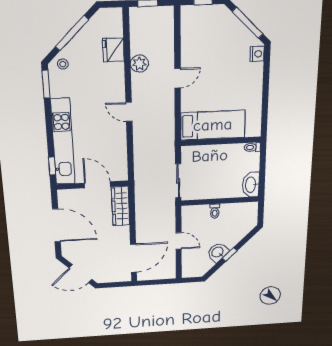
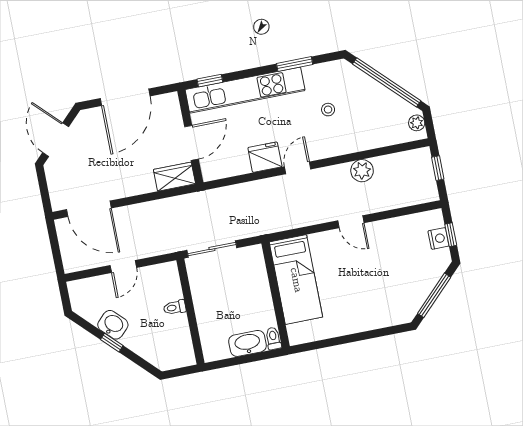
plant: (108, 14) -> (417, 123), added
window: (72, 33) -> (387, 82), width x1.46
fridge: (113, 50) -> (265, 157), moved
nightstand: (257, 54) -> (438, 238), moved, turned -90
stool: (63, 64) -> (328, 110), moved
window: (46, 84) -> (295, 64), moved
washbasin: (251, 185) -> (247, 343), moved
wardrobe: (121, 206) -> (174, 177), width x0.67

